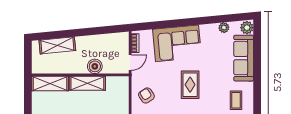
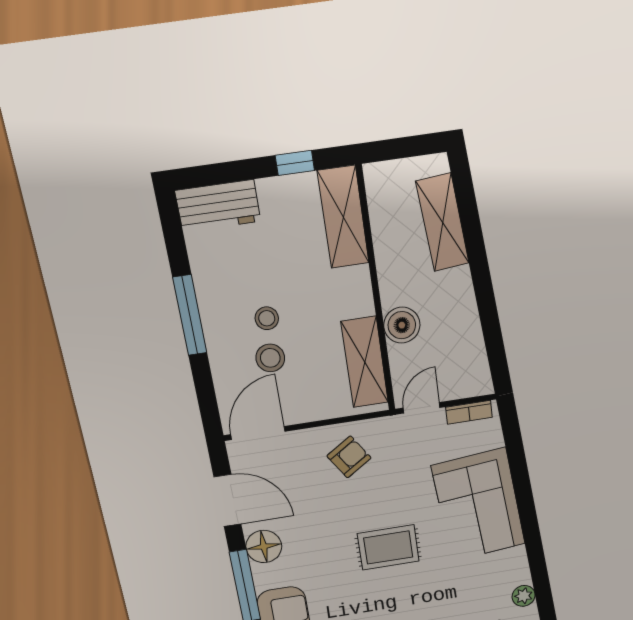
door: (130, 63) -> (422, 408), swing flipped
shelving: (87, 83) -> (365, 362), moved
window: (28, 99) -> (295, 163), added

